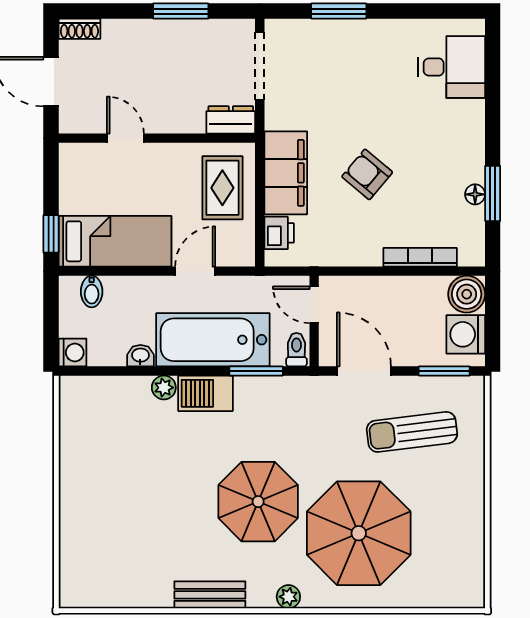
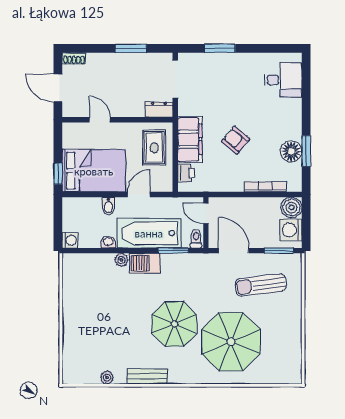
floor lamp: (475, 194) -> (291, 151), width x1.89, depth x1.89
bed: (115, 241) -> (94, 171), width x1.50
bidet: (92, 292) -> (108, 206), moved
plant: (288, 597) -> (107, 377), moved

